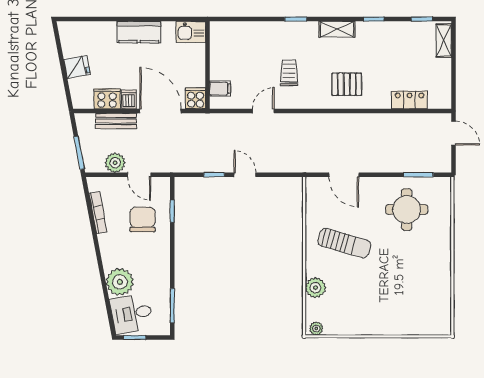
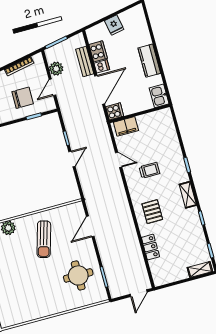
filing cabinet: (220, 89) -> (126, 126), width x2.00
locker: (409, 100) -> (150, 247), moved

